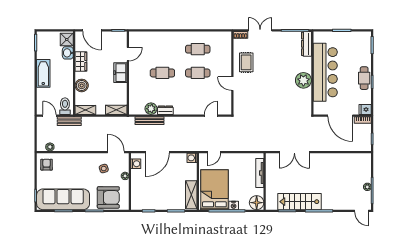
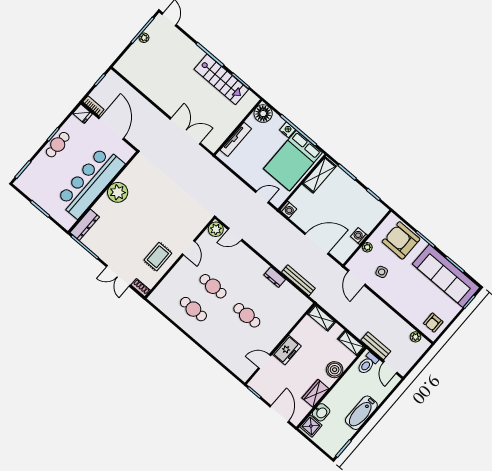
plant: (151, 109) -> (216, 229), moved
washing machine: (136, 164) -> (359, 236), moved

